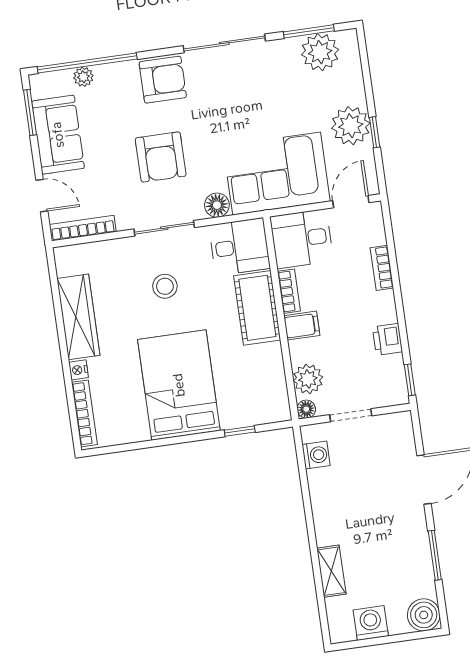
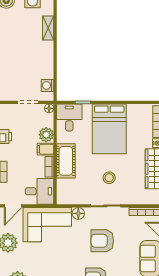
armchair: (161, 157) -> (102, 241), turned -90
desk: (239, 247) -> (69, 117), moved, turned 90
plant: (308, 379) -> (46, 135), moved

